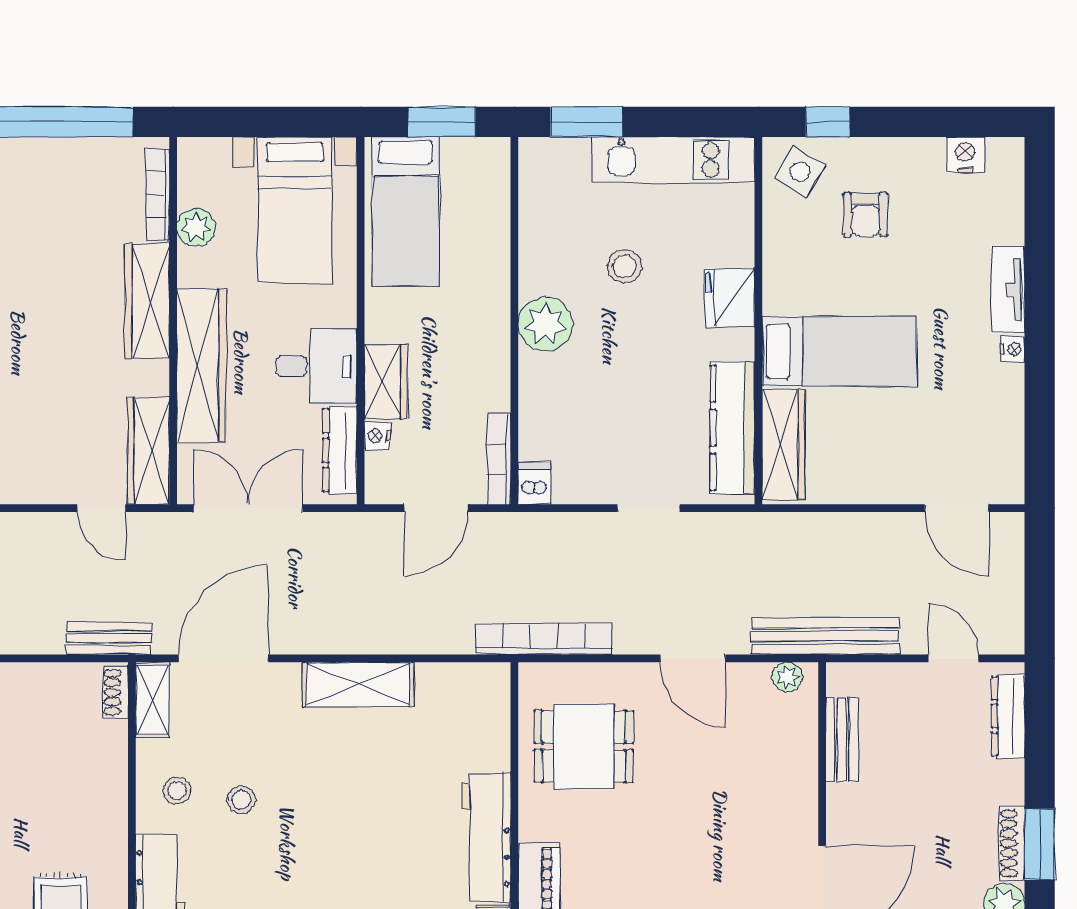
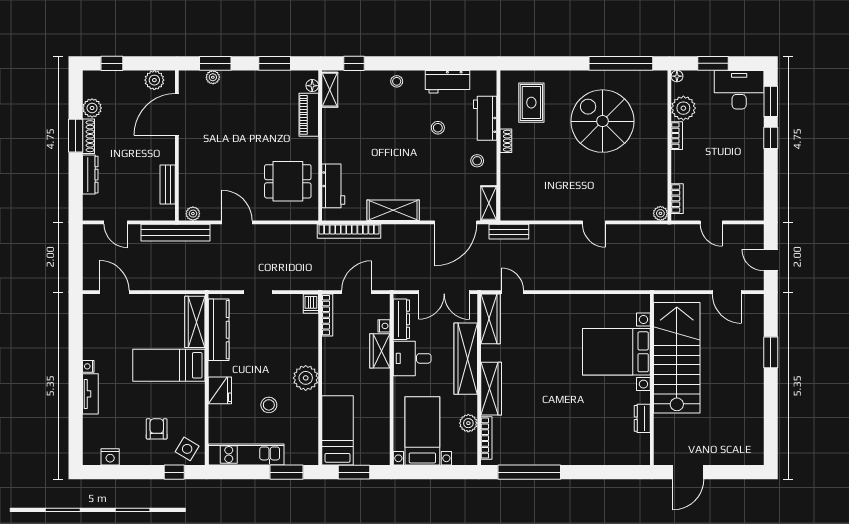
bed: (406, 211) -> (337, 430), moved
bookcase: (544, 639) -> (349, 231), moved
shoe rack: (116, 692) -> (506, 141), moved
dresser: (1008, 716) -> (90, 175), moved
stool: (241, 800) -> (438, 128), moved
workbench: (486, 838) -> (333, 186), moved, width x0.73

